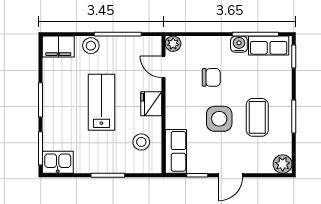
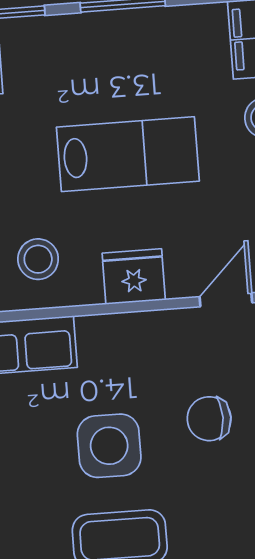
chair: (211, 77) -> (209, 419), turned 90

